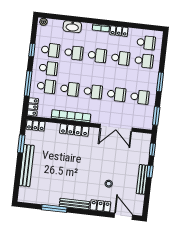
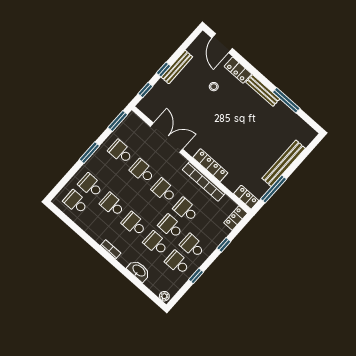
locker: (119, 31) -> (95, 233), removed
window: (28, 84) -> (224, 245), width x0.46
school desk: (46, 86) -> (171, 227), moved
window: (21, 144) -> (274, 189), width x1.44

